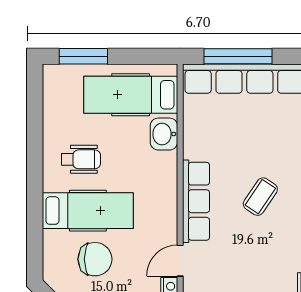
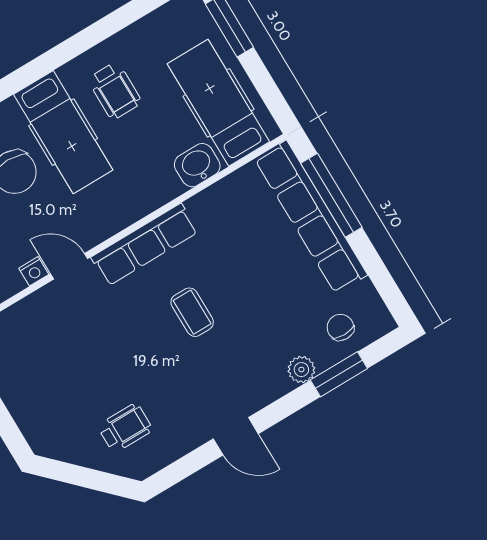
coffee table: (260, 197) -> (192, 312), turned 56

